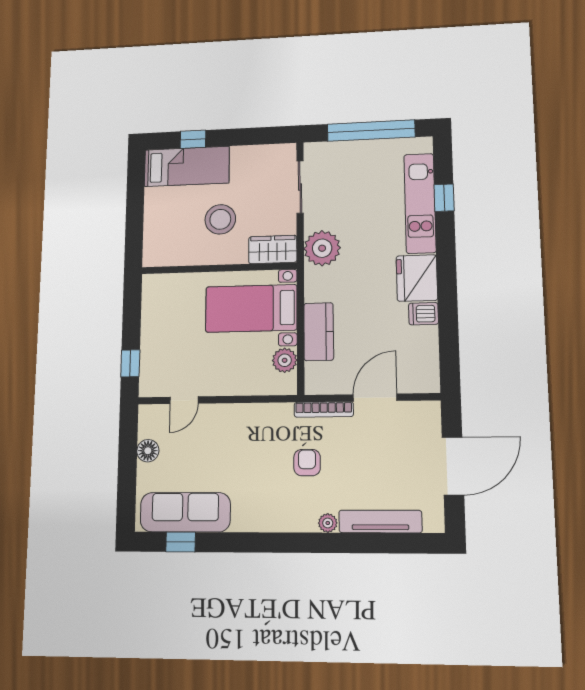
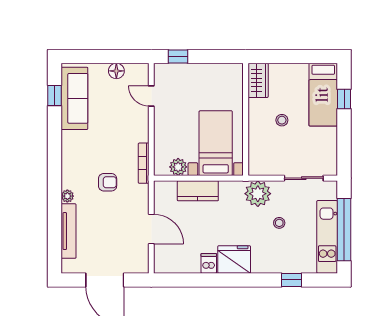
kitchen unit: (420, 203) -> (327, 237), moved, turned -90
stool: (363, 218) -> (279, 223), added
stool: (220, 219) -> (282, 120), width x0.53, depth x0.53
wardrobe: (273, 250) -> (258, 80), moved
bookcase: (324, 409) -> (144, 163), moved

